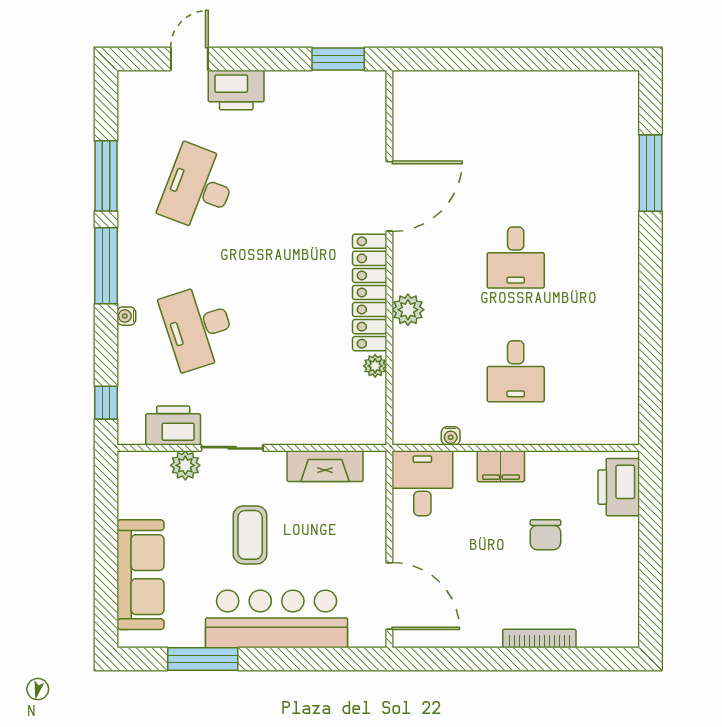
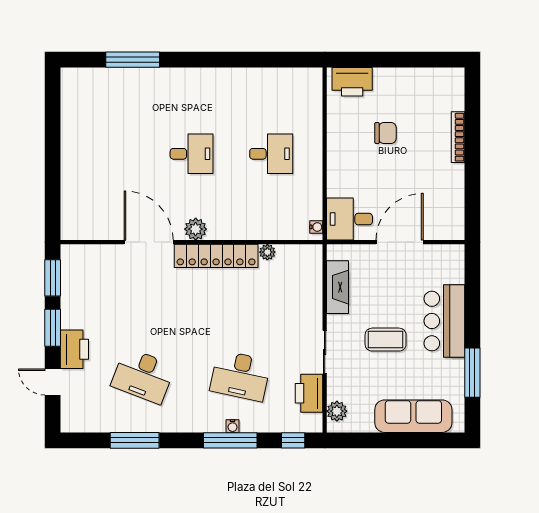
window: (267, 59) -> (53, 328), added
window: (106, 266) -> (230, 440), moved
plant: (408, 310) -> (196, 229), moved
desk: (198, 327) -> (240, 376), turned 30
water cooler: (451, 436) -> (316, 227), moved
plant: (185, 465) -> (337, 411), moved
filing cabinet: (501, 466) -> (338, 164), removed
door: (389, 596) -> (400, 242), moved
bar counter: (277, 619) -> (444, 321), width x0.73

